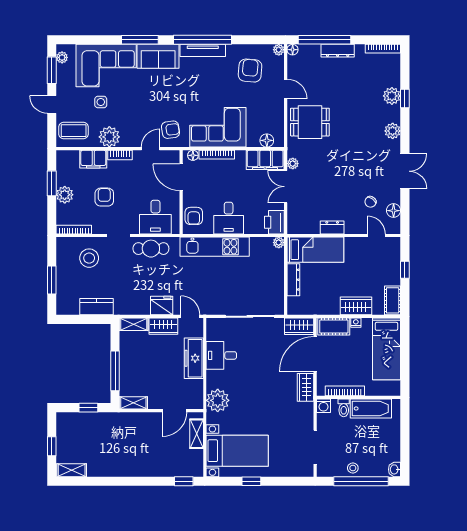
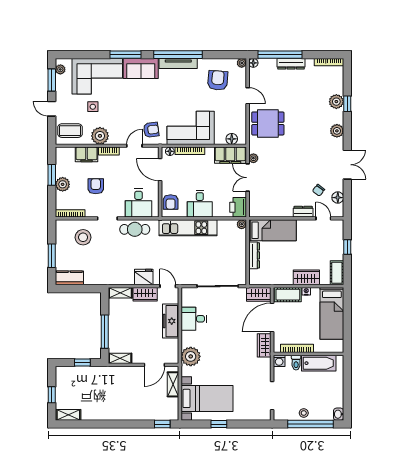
dresser: (332, 227) -> (303, 212), moved
kitchen counter: (97, 307) -> (69, 278), moved

